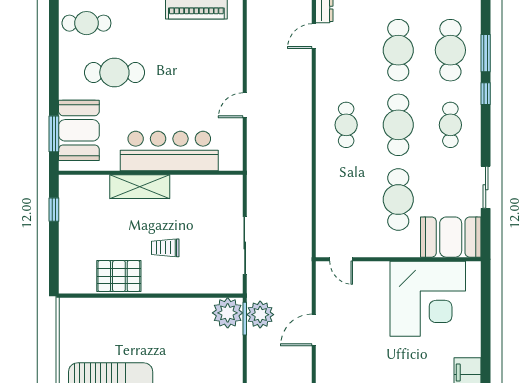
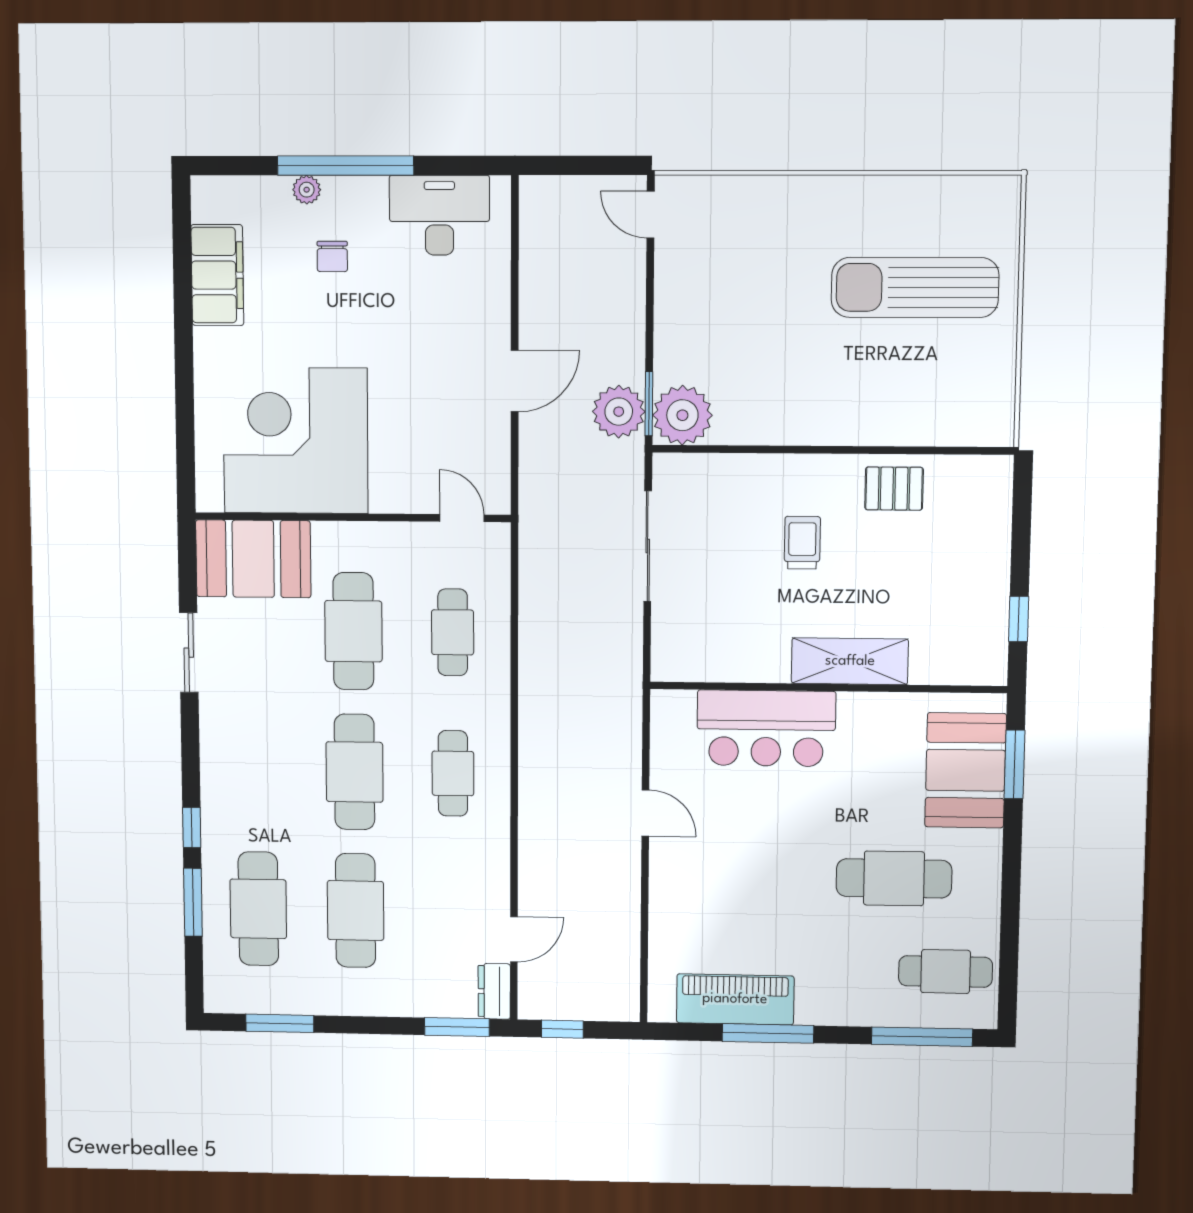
door: (245, 105) -> (645, 813), hinge flipped
cafe table: (450, 125) -> (453, 632), moved
bar counter: (169, 151) -> (766, 728), width x0.73
trolley: (165, 248) -> (802, 543), turned -90
pallet: (119, 276) -> (894, 489), width x0.67, depth x0.71

